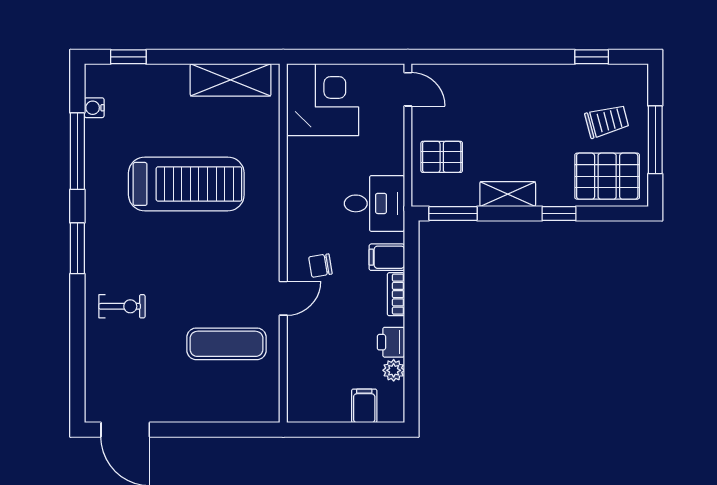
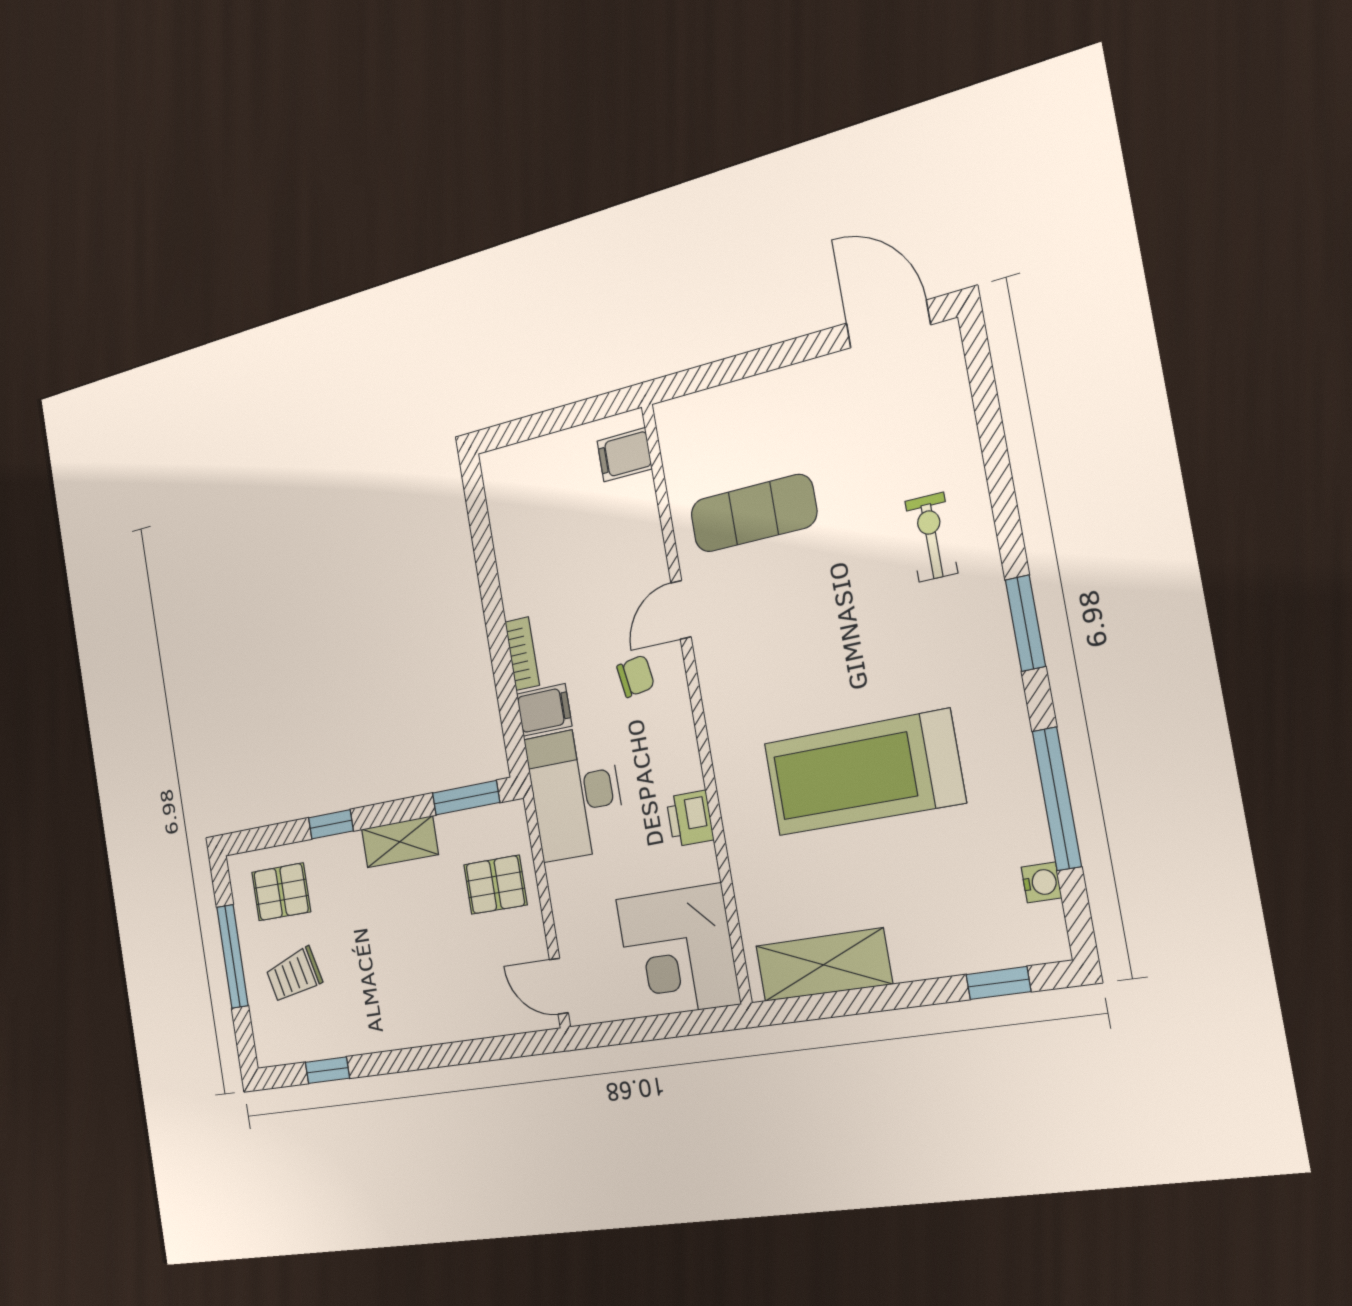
pallet: (607, 176) -> (281, 892), width x0.67, depth x0.71
desk: (374, 203) -> (575, 793), width x1.37
exercise bike: (122, 306) -> (931, 537), turned 90
printer: (391, 342) -> (690, 818), moved, turned 180
plant: (394, 370) -> (506, 532), removed
filing cabinet: (364, 406) -> (625, 455), moved, turned 90

